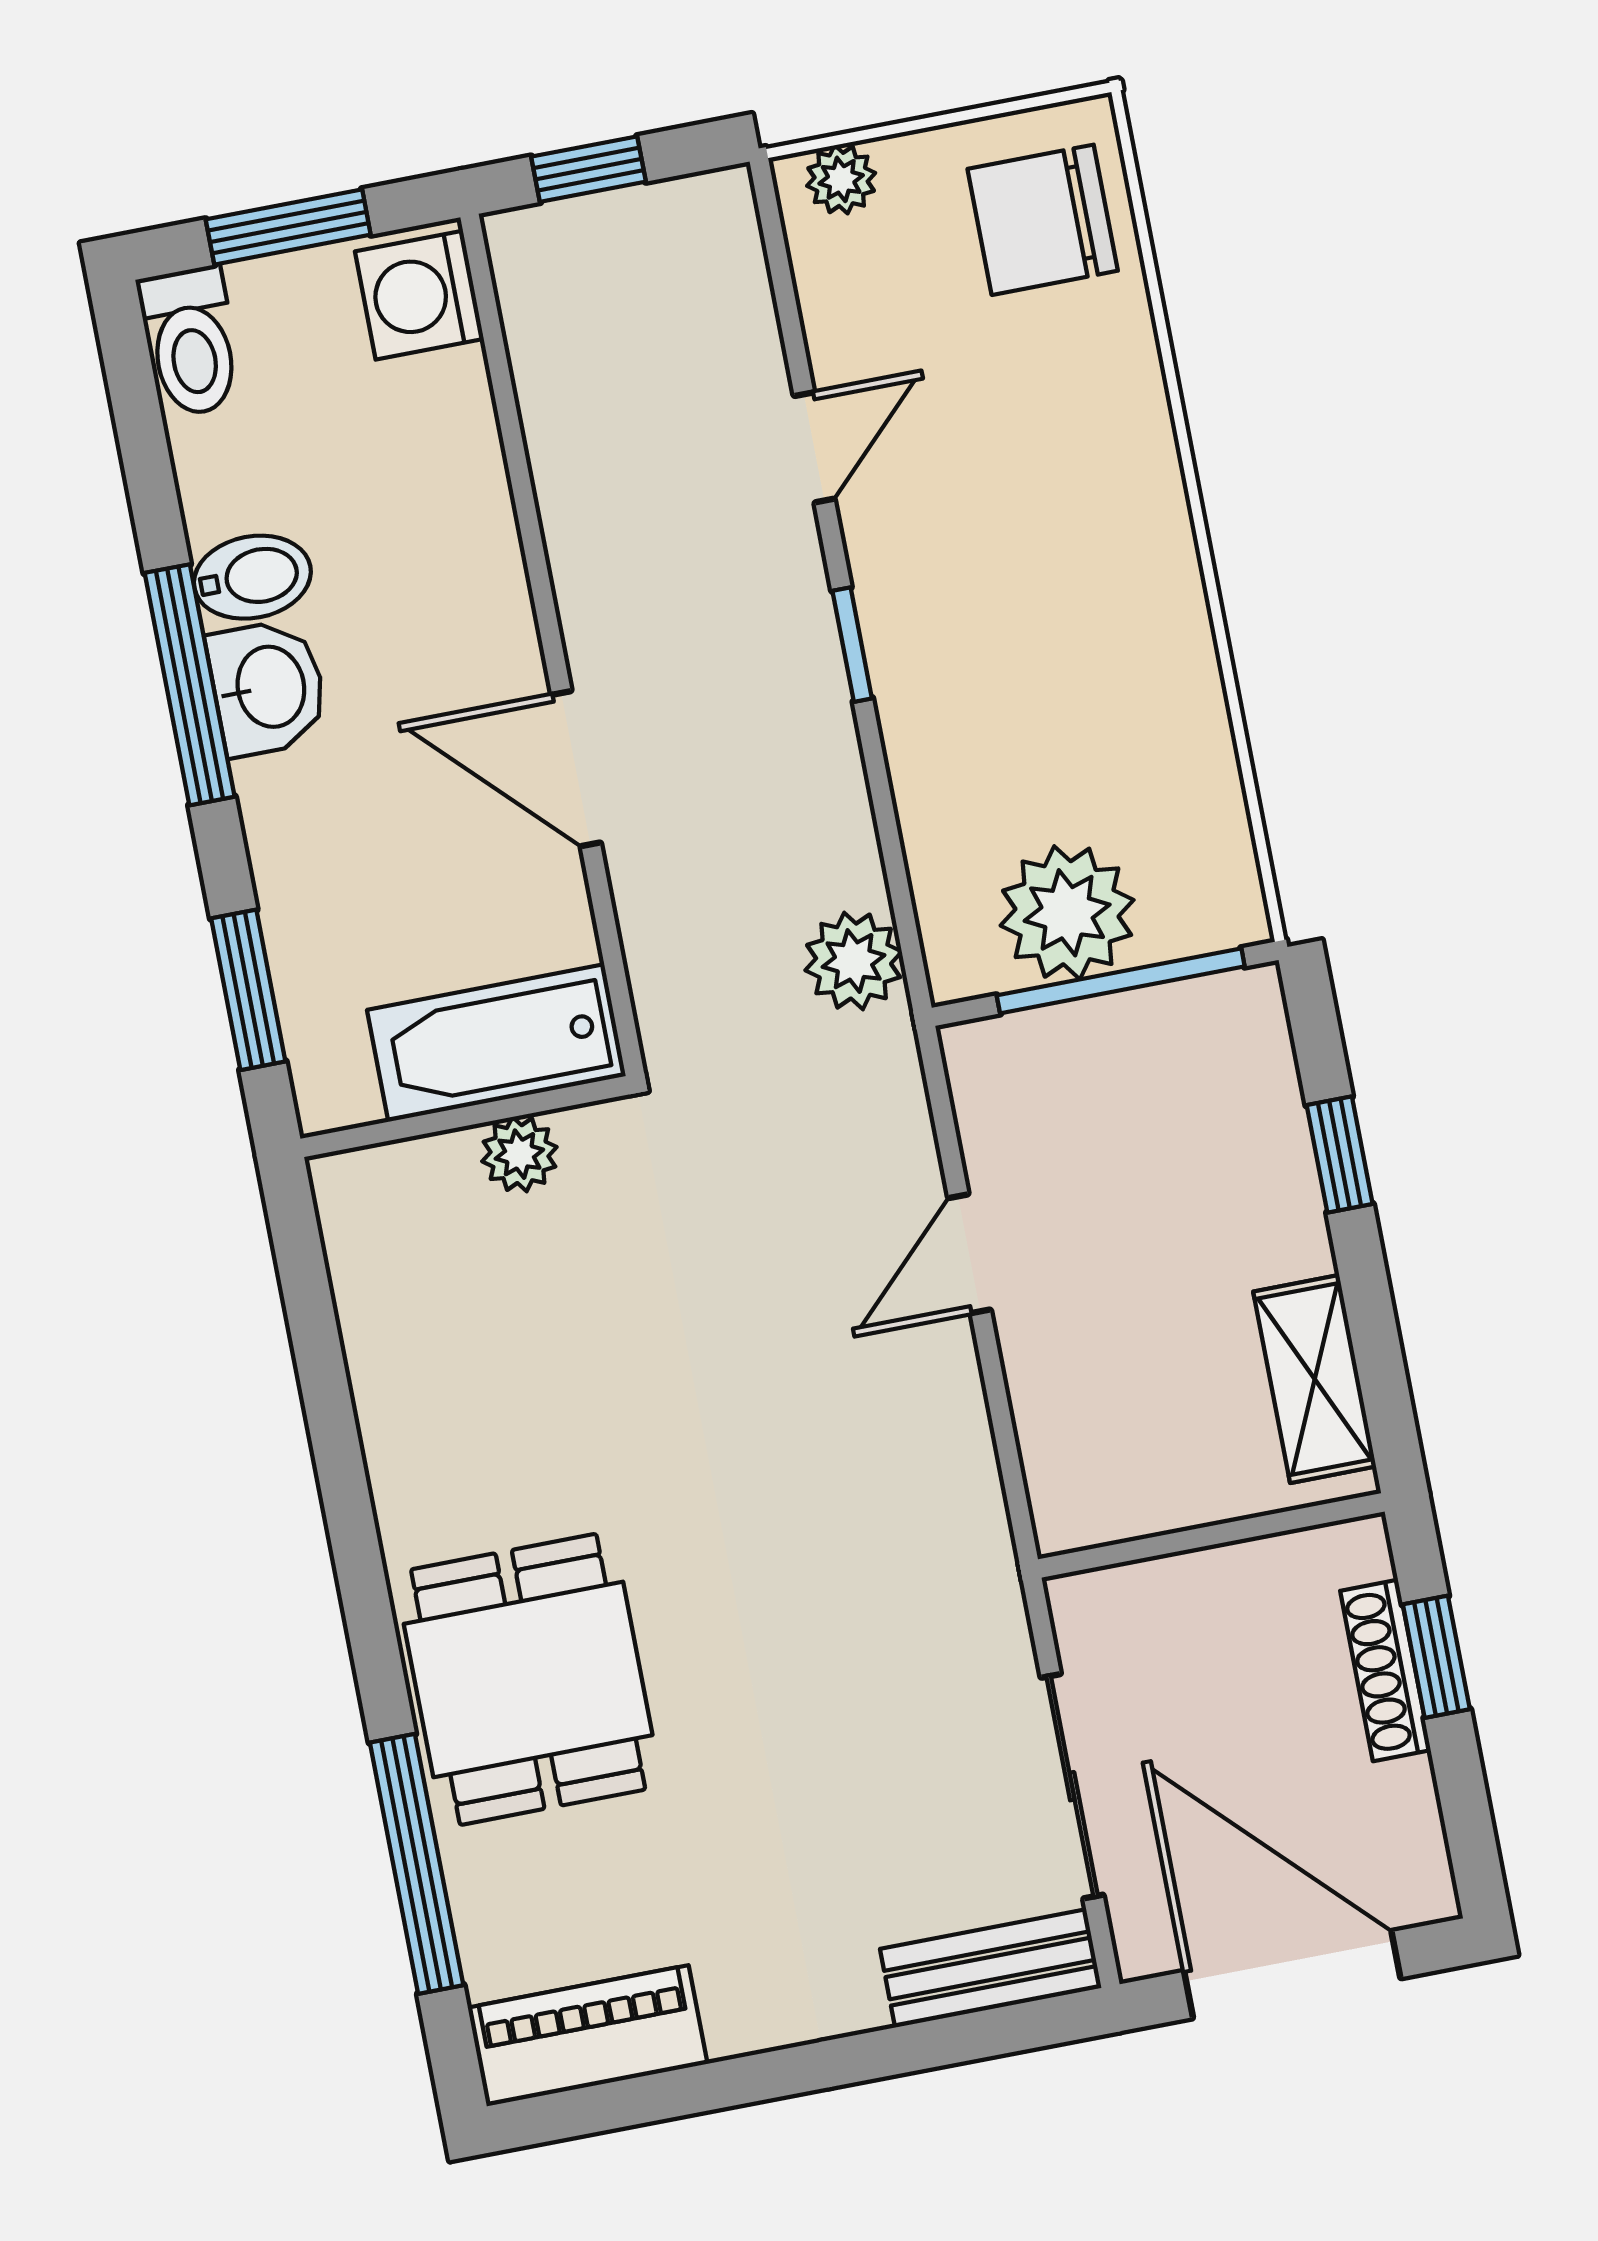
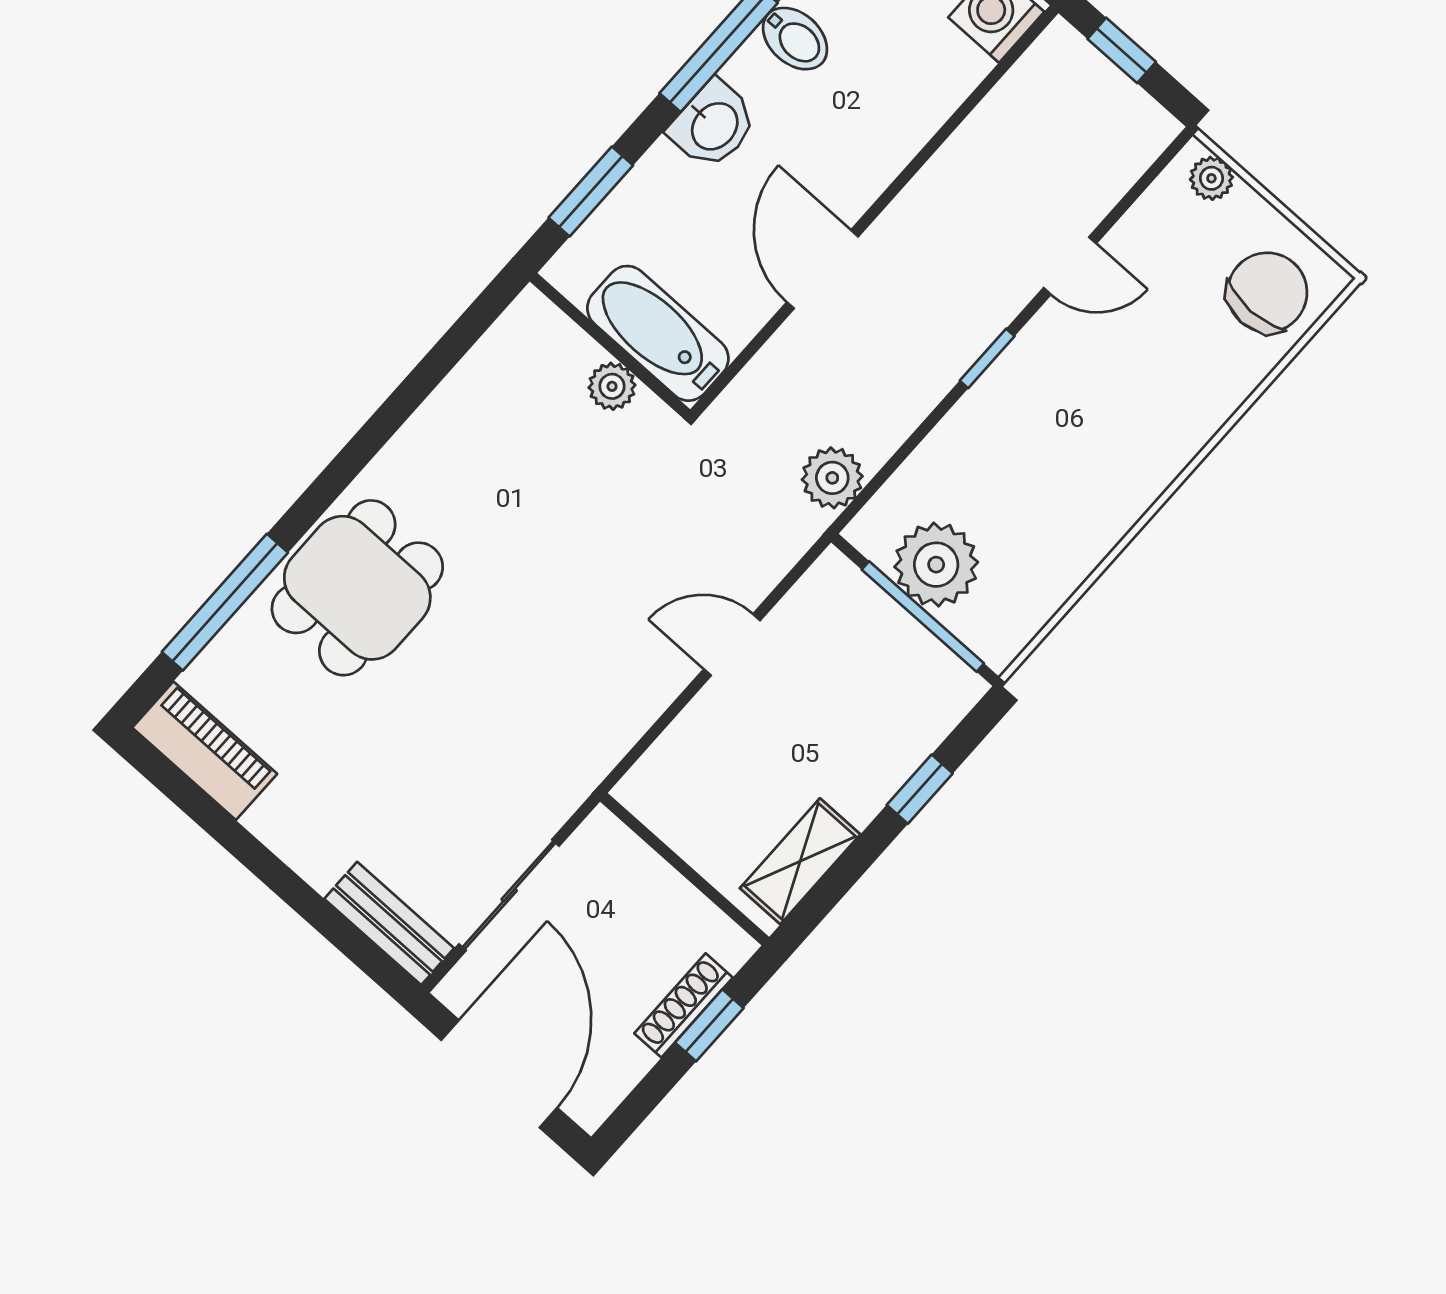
chair: (1043, 220) -> (1267, 292), turned 90
washbasin: (268, 687) -> (713, 125), moved

